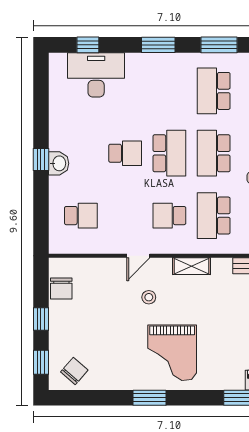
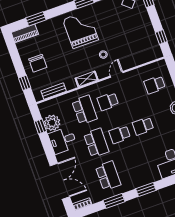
school desk: (169, 153) -> (120, 134), width x0.54
school desk: (169, 216) -> (108, 102), turned 180
chair: (61, 289) -> (151, 43), removed
window: (41, 319) -> (161, 37), moved

